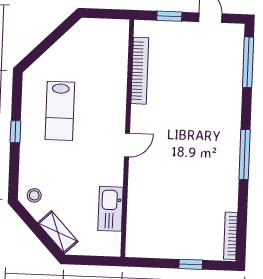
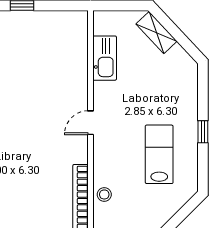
stool: (34, 195) -> (104, 194), moved

